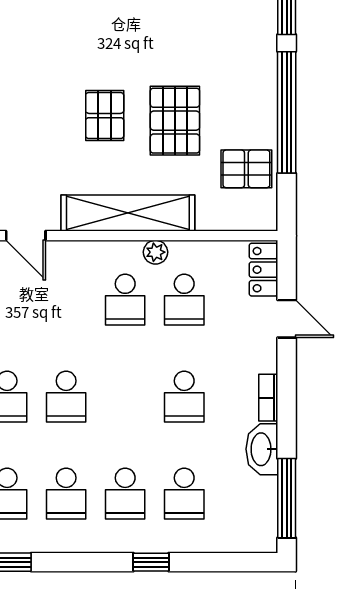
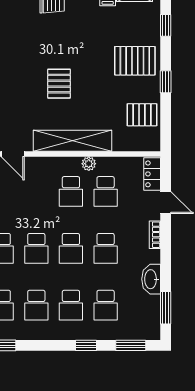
window: (287, 112) -> (166, 82), width x0.32
pallet: (175, 121) -> (135, 61), moved, turned 90
school desk: (125, 397) -> (71, 248), added
bookcase: (268, 398) -> (155, 235), moved
window: (287, 498) -> (166, 308), width x0.69
window: (227, 562) -> (131, 345), added

